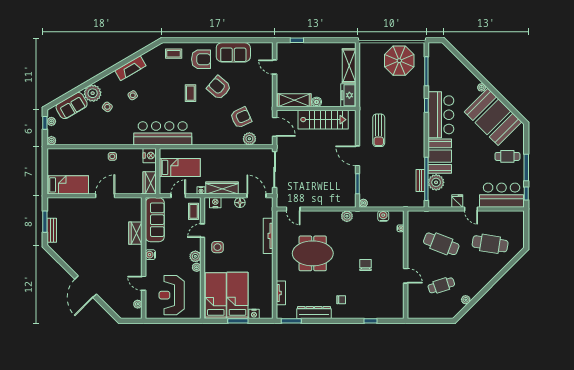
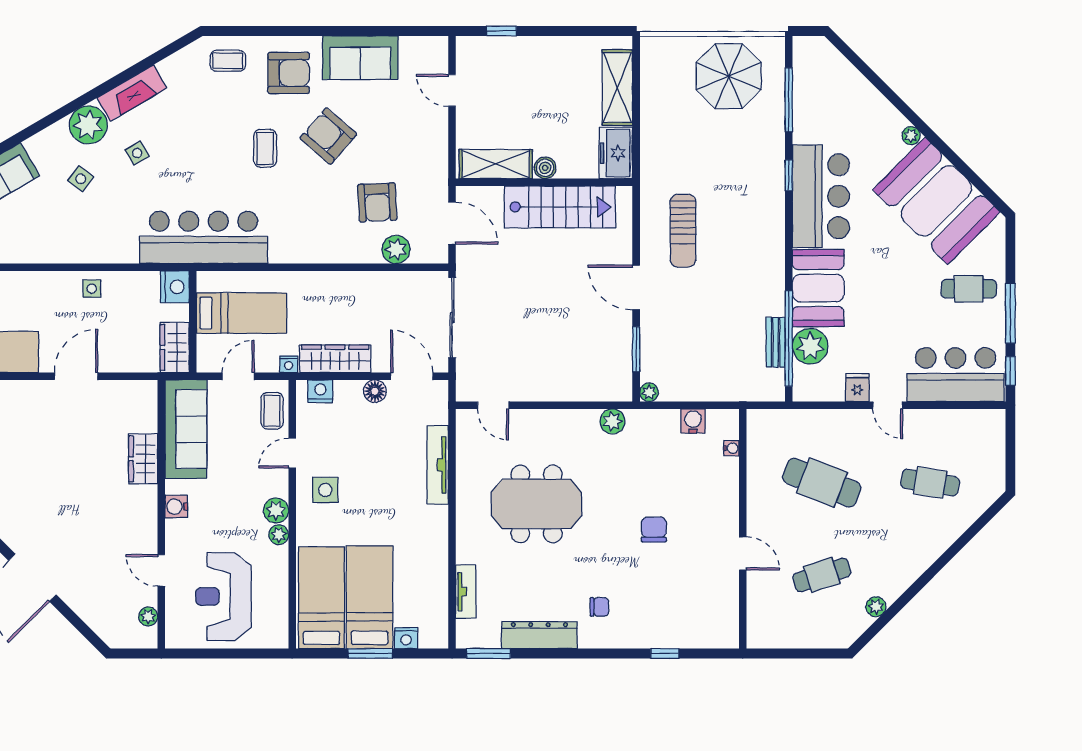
plant: (93, 93) -> (88, 125), moved
armchair: (241, 118) -> (377, 202), turned 112
cafe table: (490, 244) -> (930, 483), width x0.73, depth x0.74

